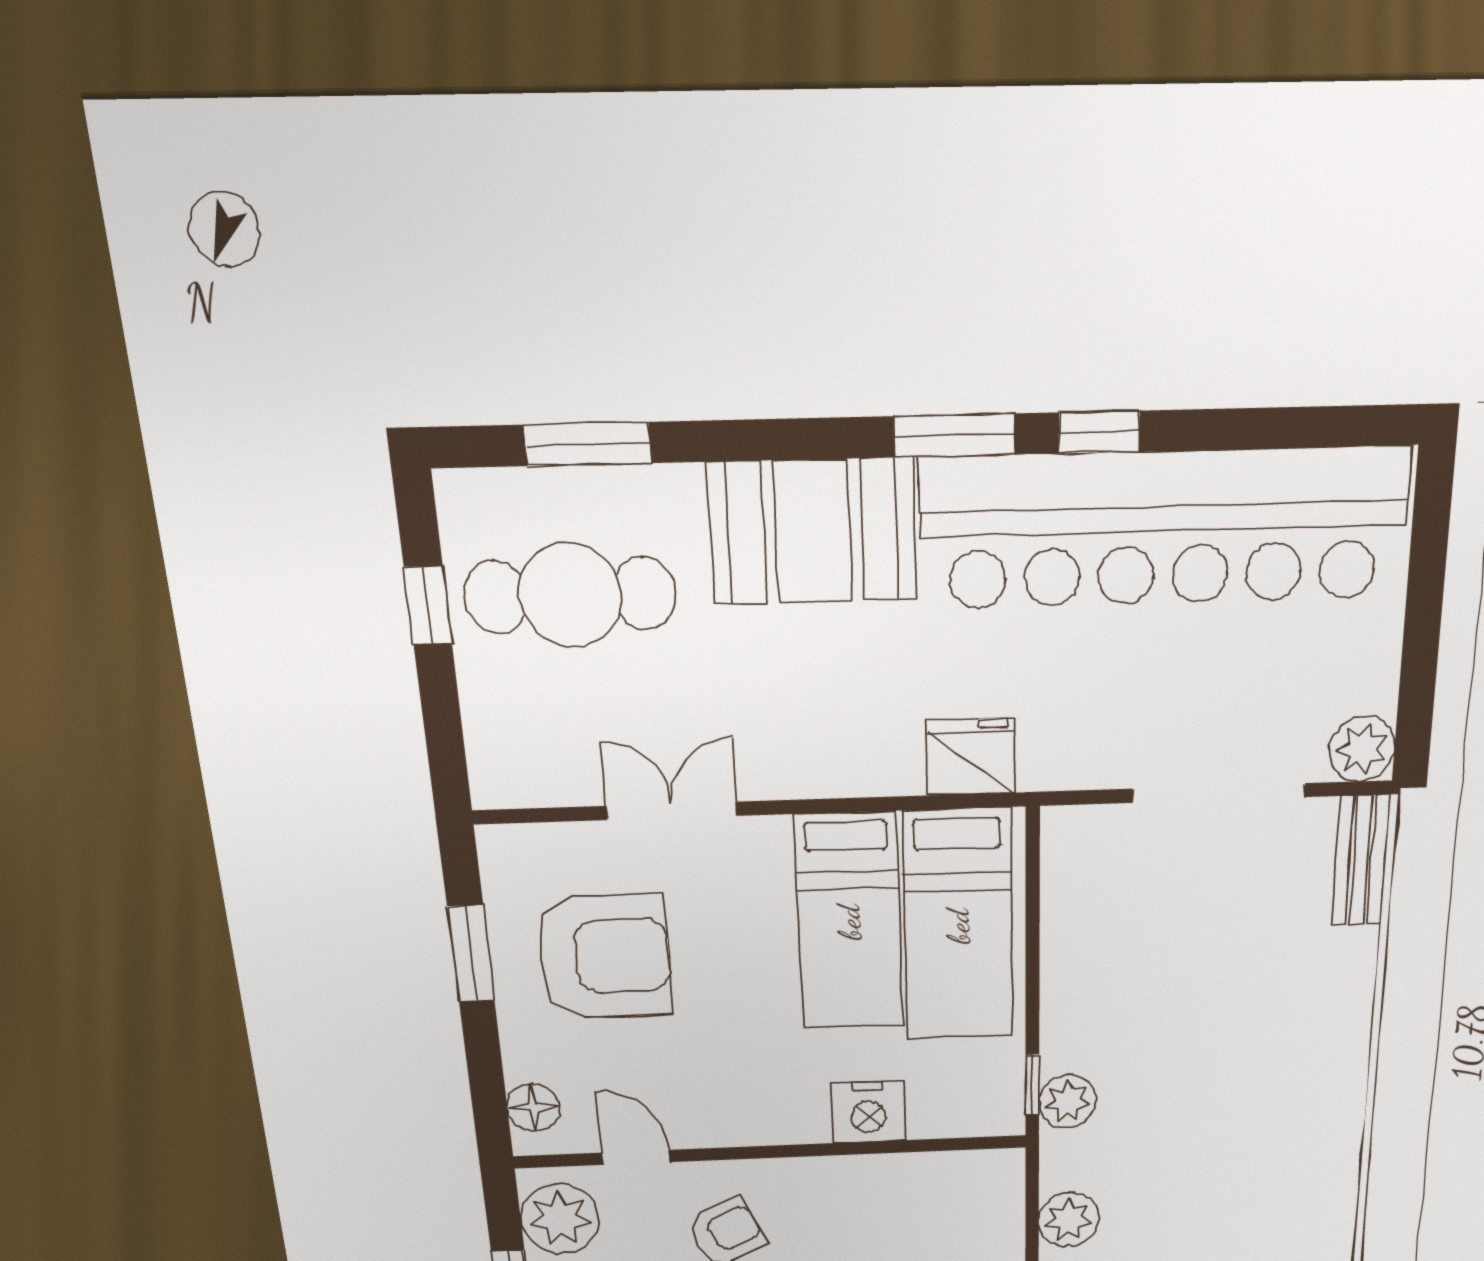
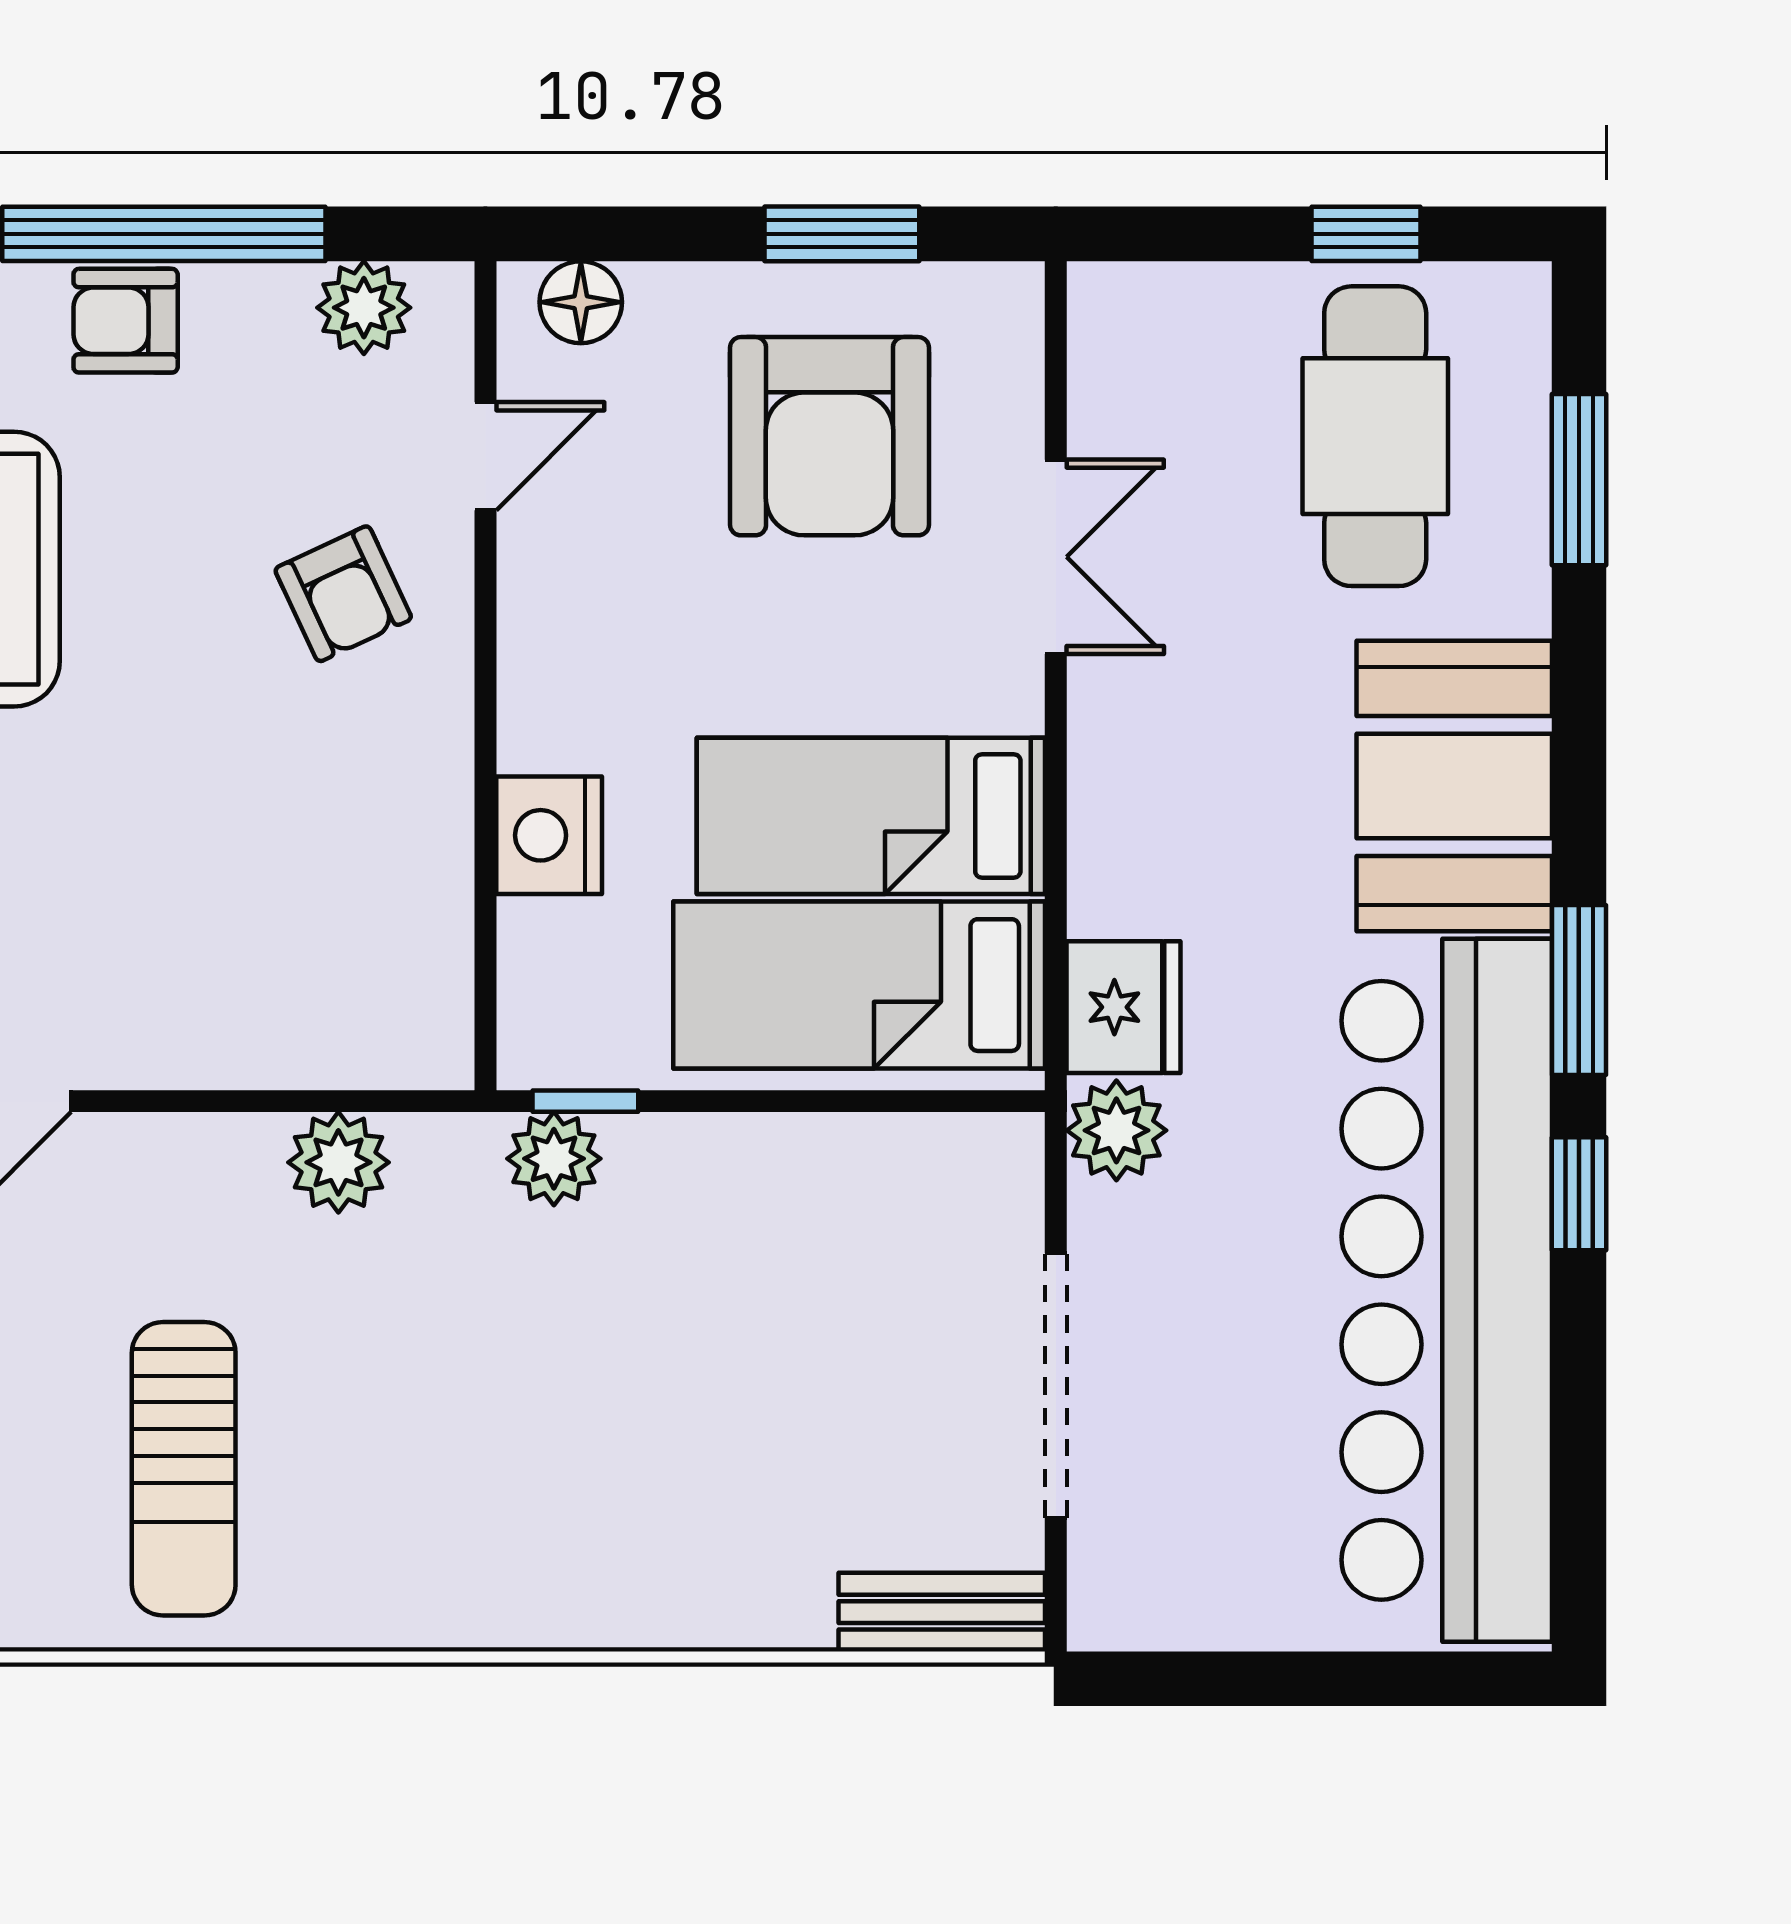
plant: (1362, 749) -> (1116, 1130), moved
plant: (560, 1219) -> (364, 308), width x0.73, depth x0.73

